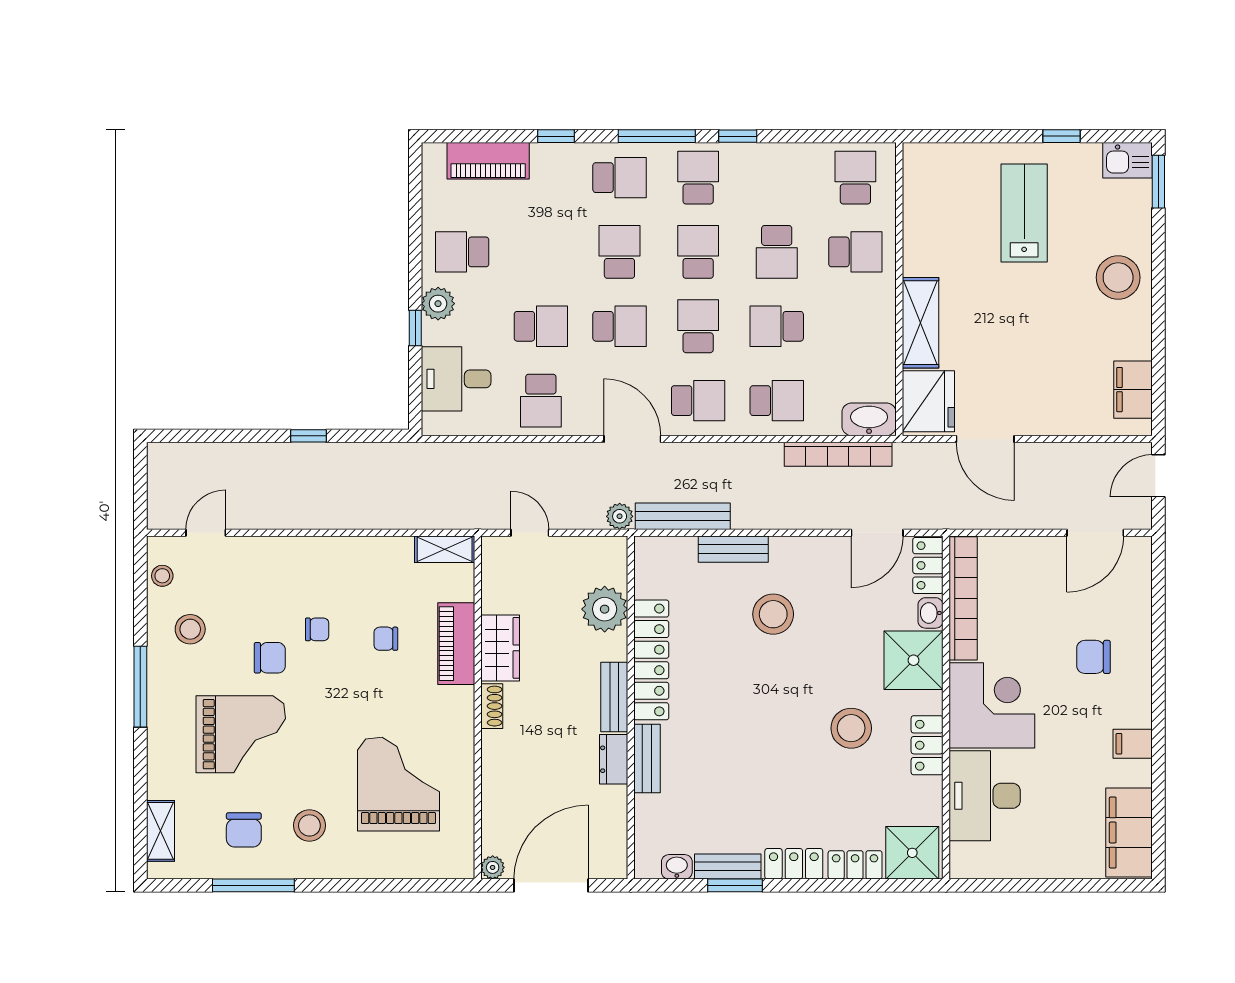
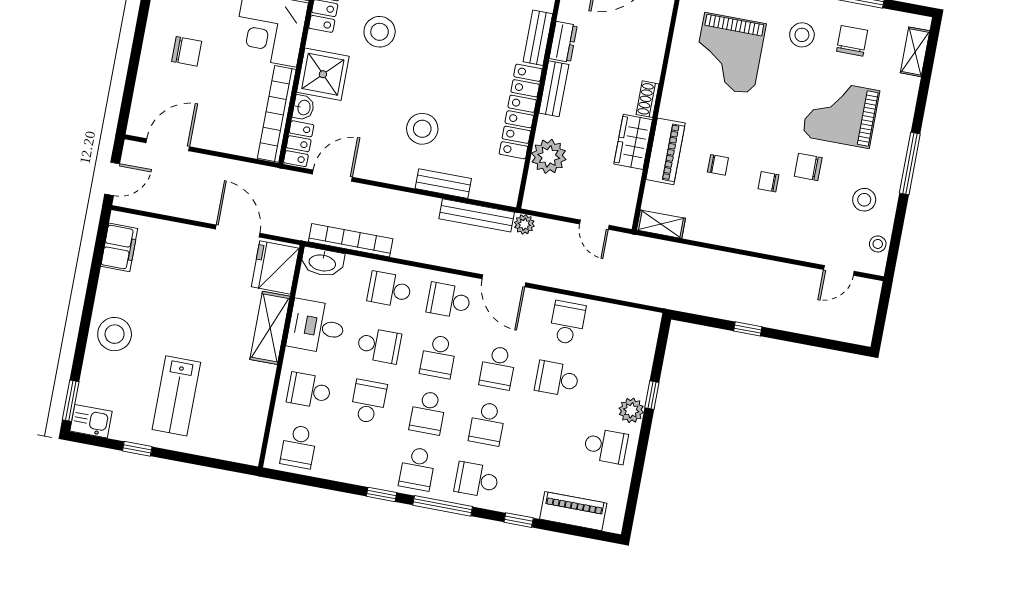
school desk: (619, 326) -> (498, 368), turned -90
desk: (456, 379) -> (316, 327), moved, turned 180

